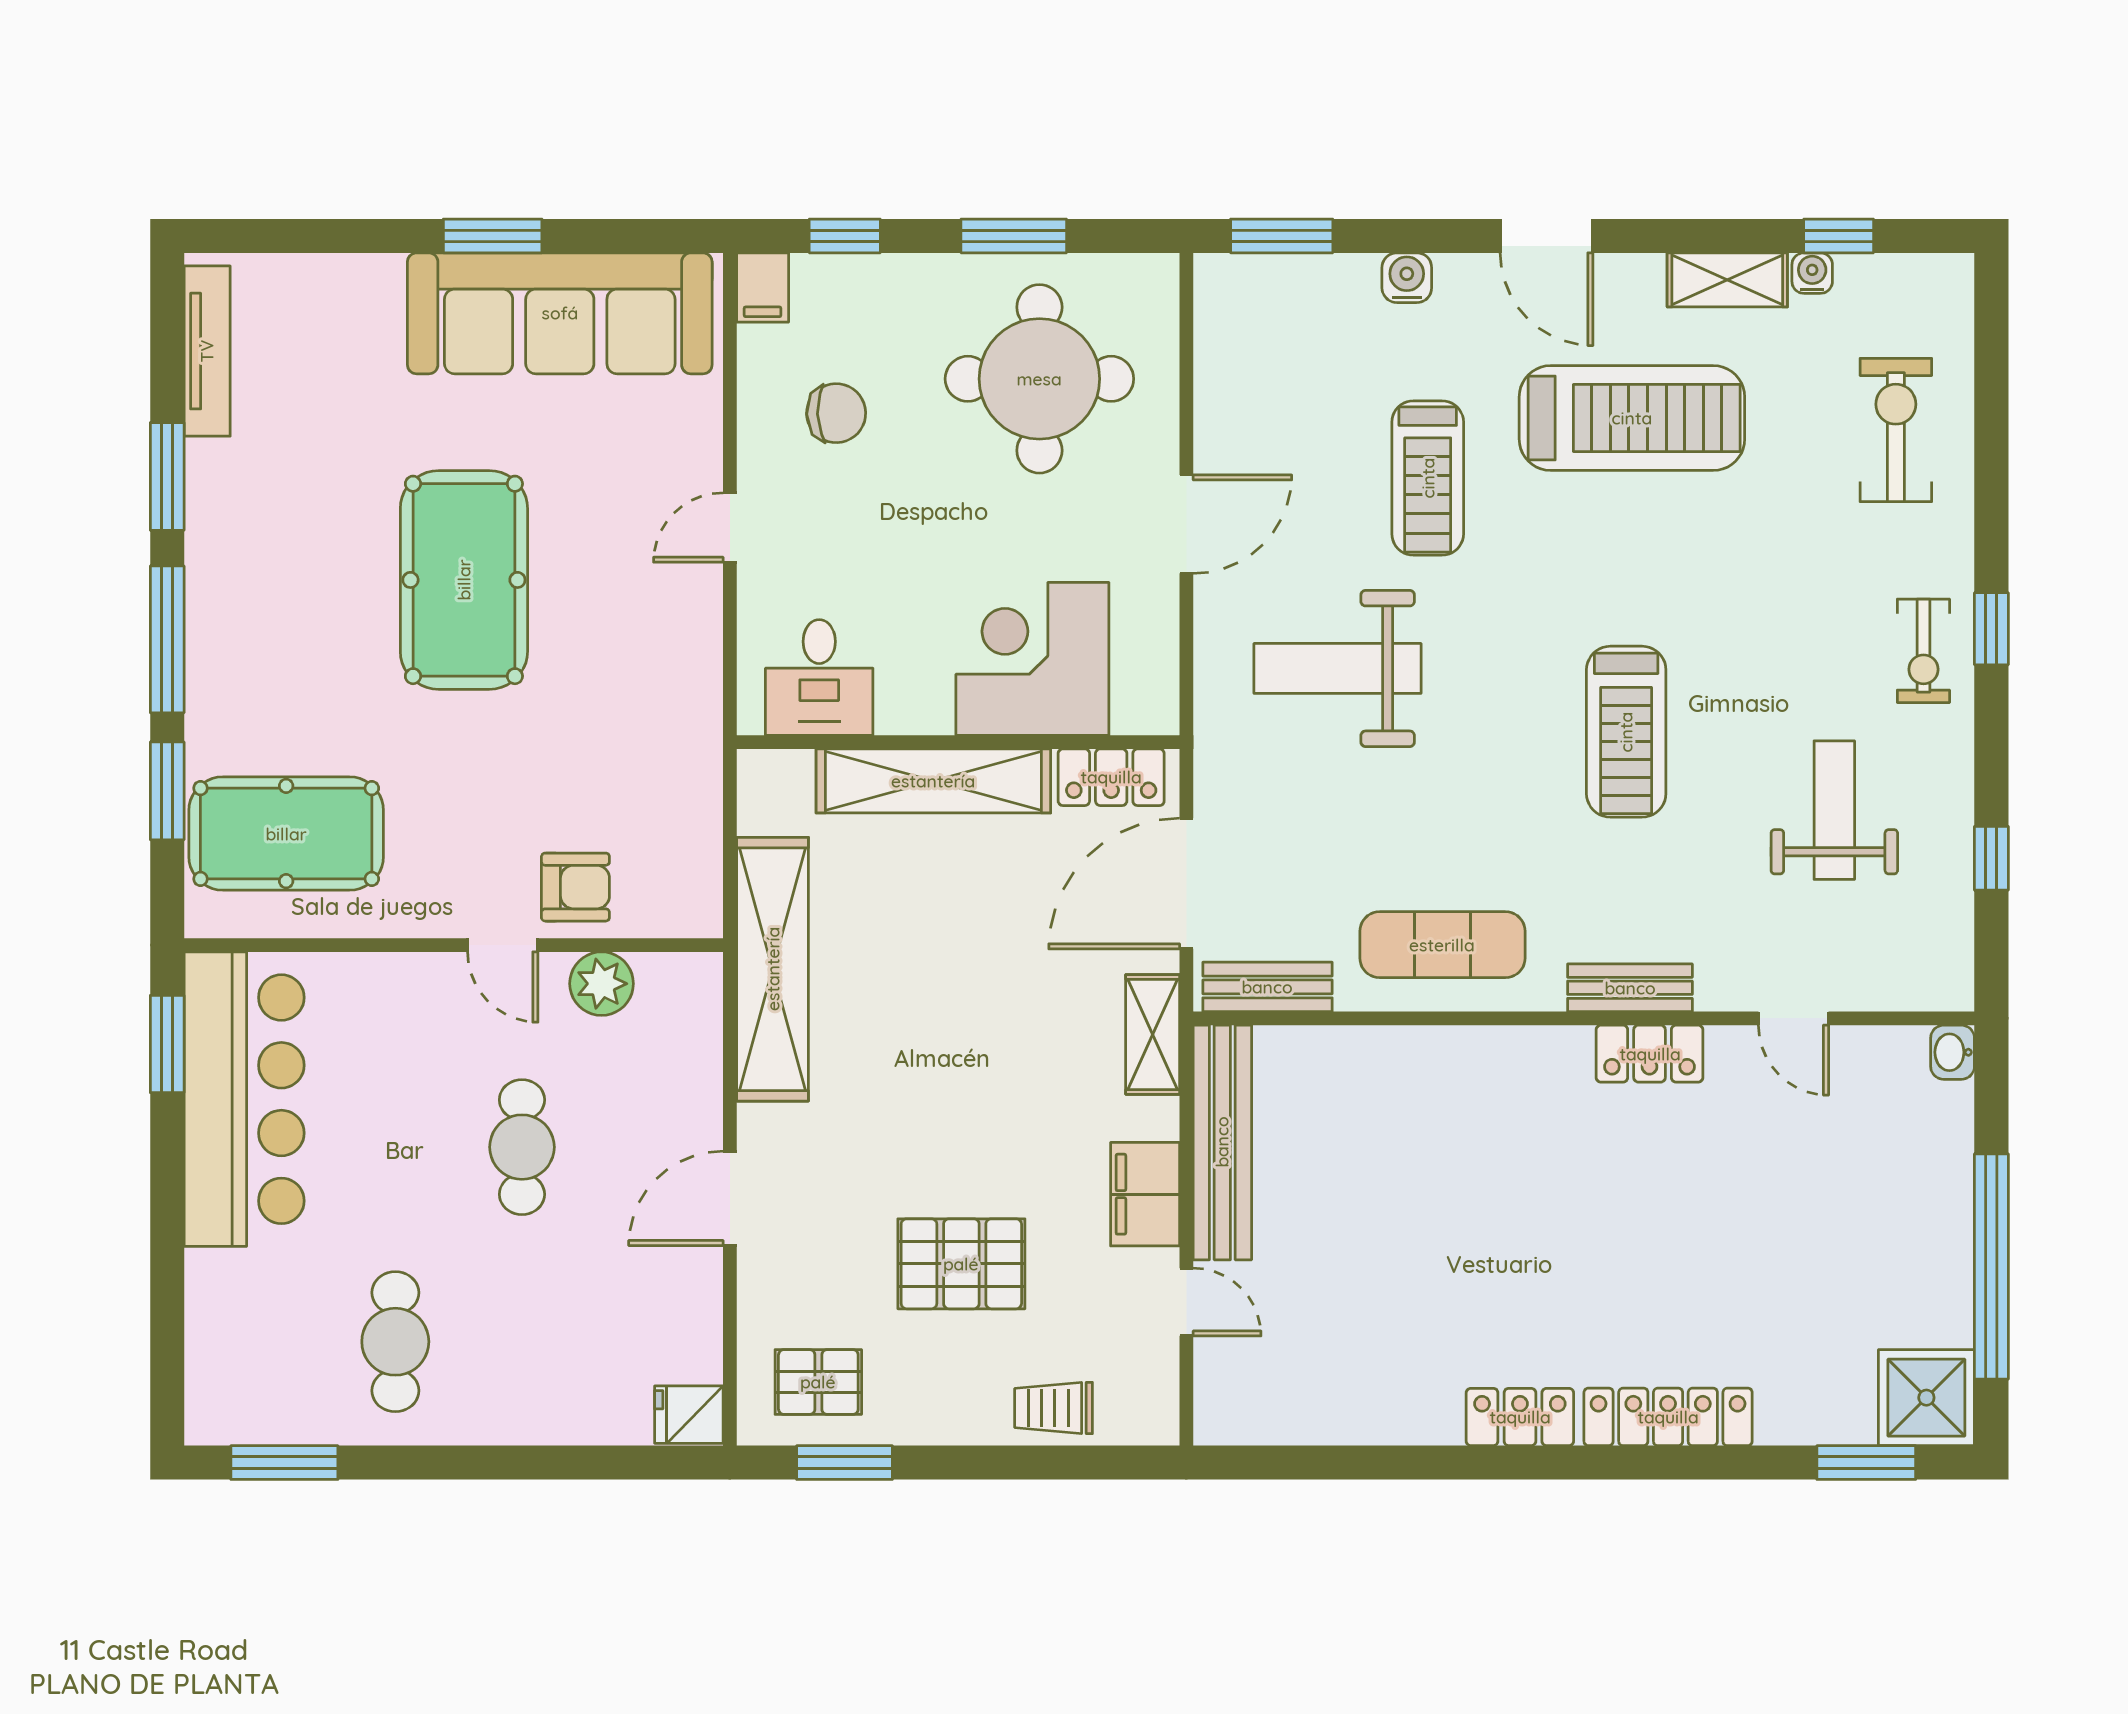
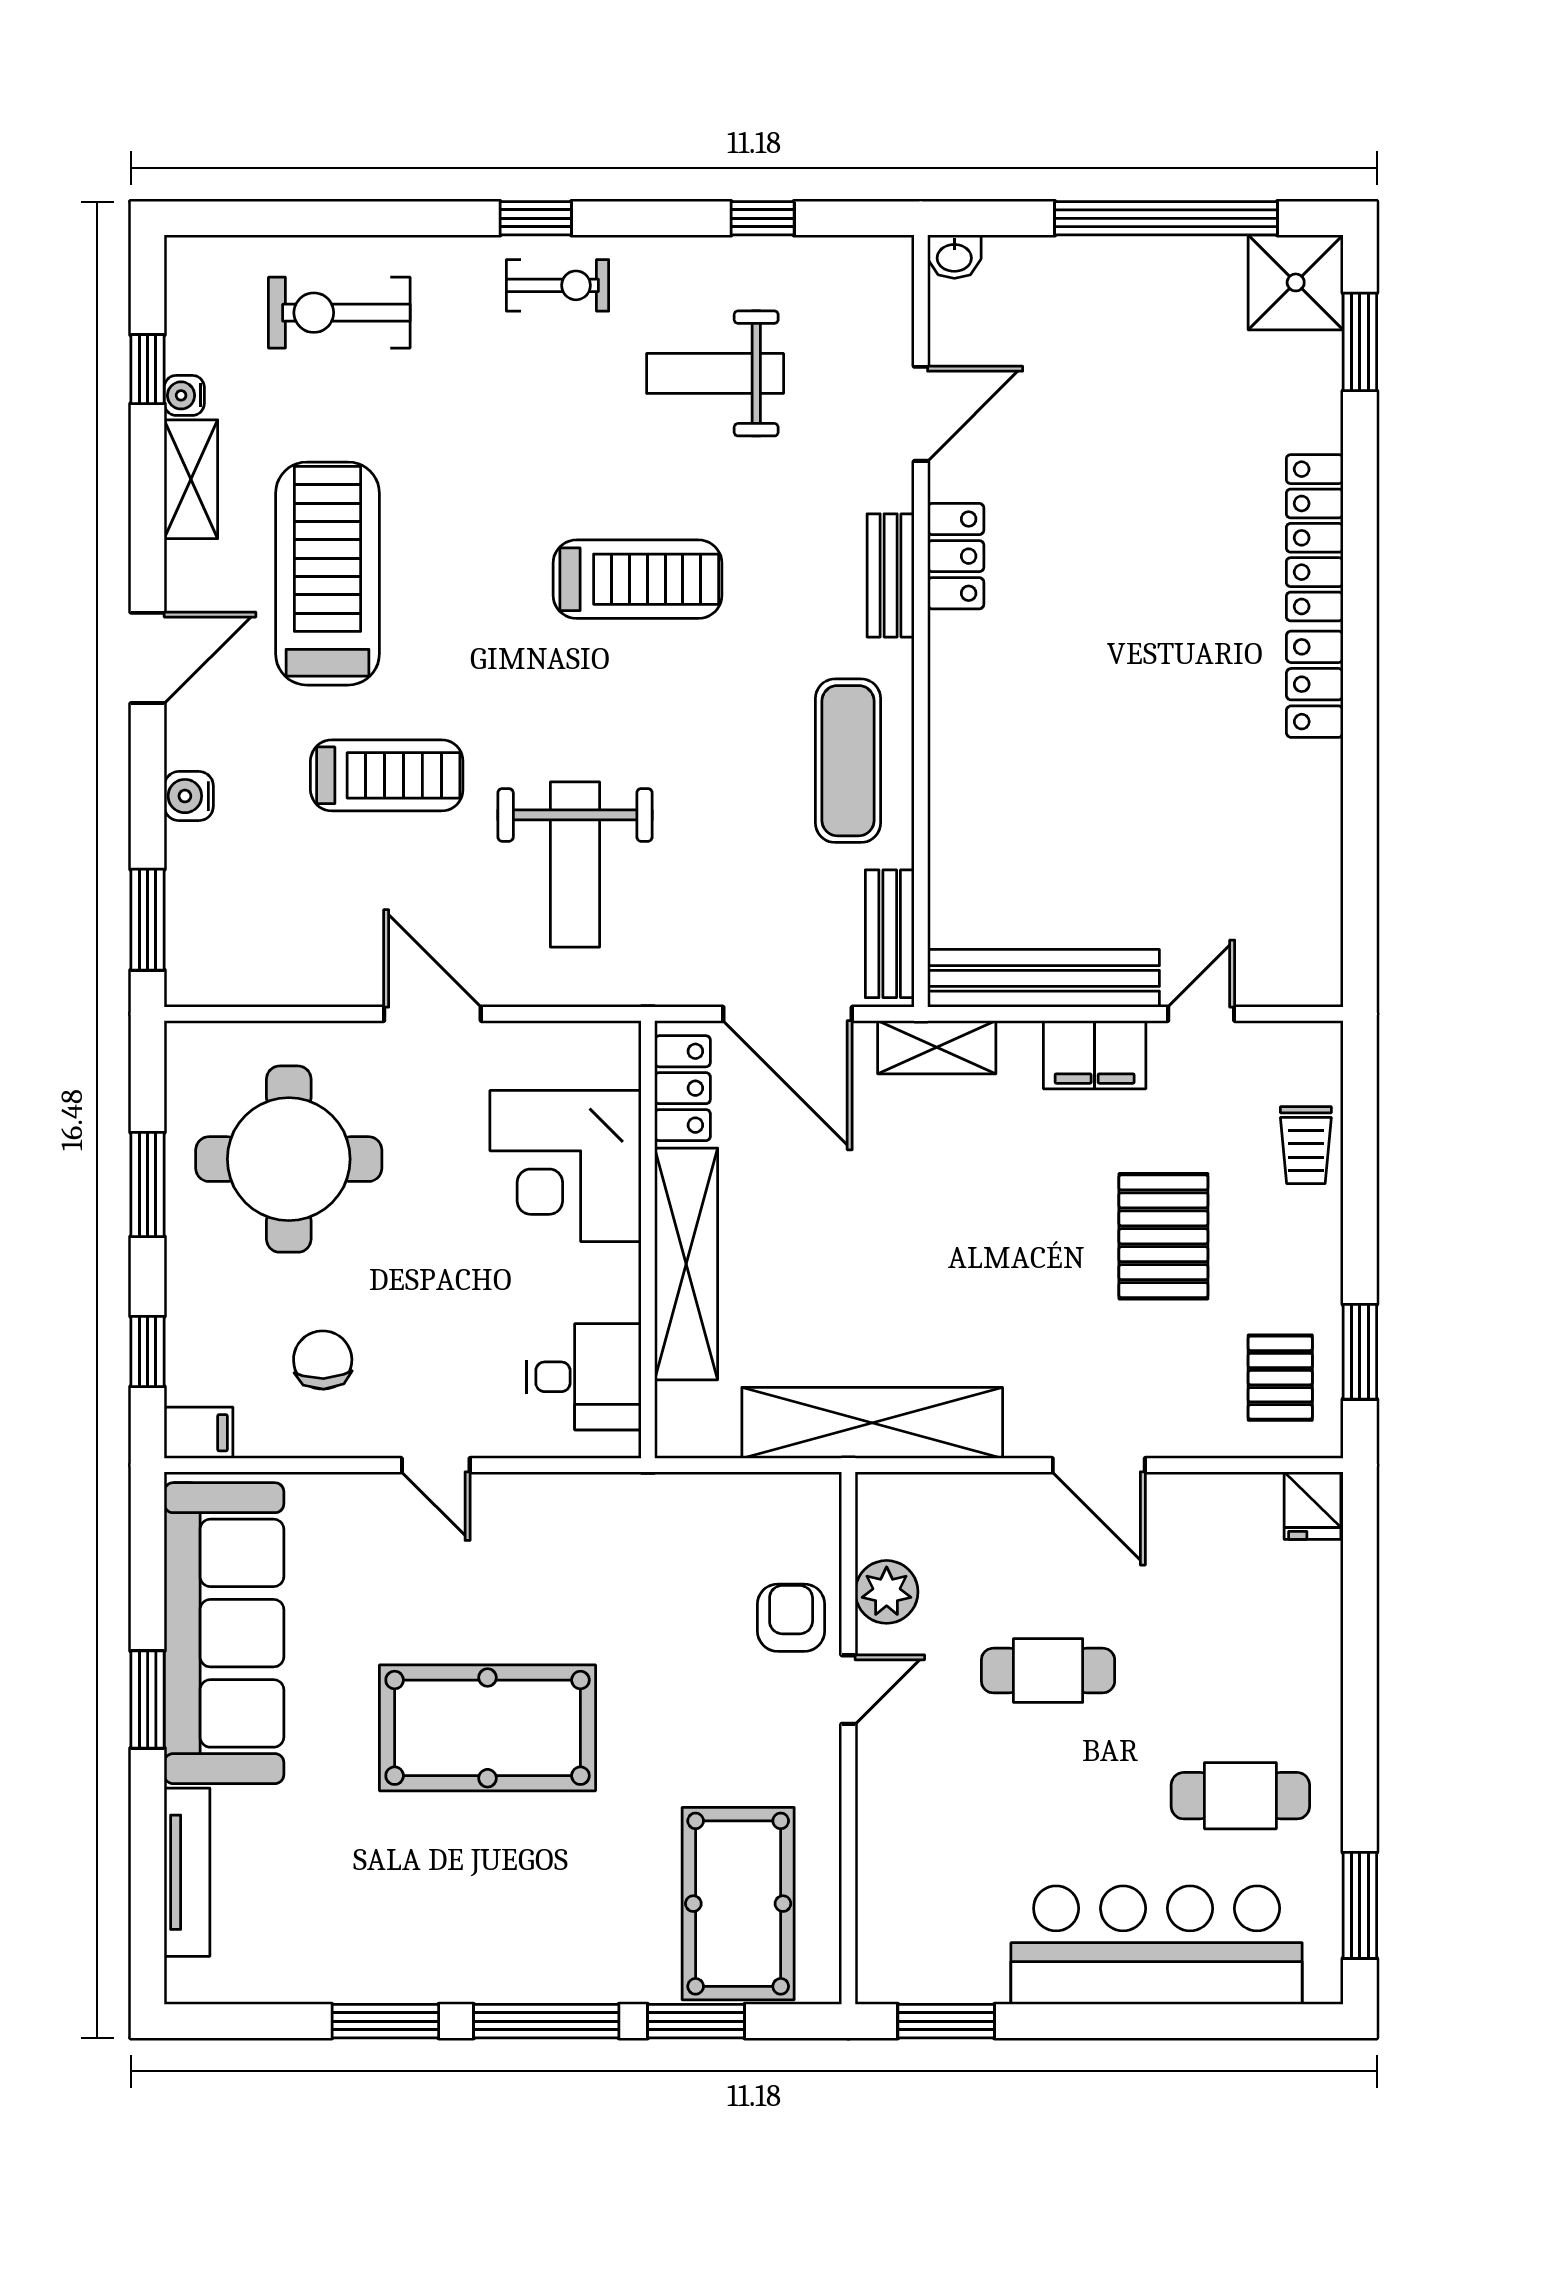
tv unit: (207, 351) -> (187, 1872), moved, turned 90
door: (1793, 1018) -> (921, 414), width x1.38
bar counter: (244, 1099) -> (1157, 1945), moved

